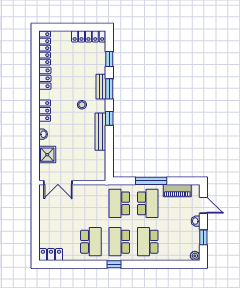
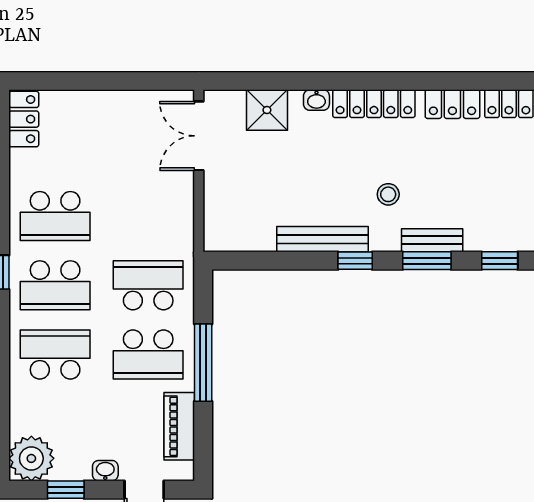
locker: (45, 111) -> (374, 104), width x1.53
school desk: (119, 242) -> (55, 285), turned 180
plant: (195, 256) -> (31, 458), width x1.88, depth x1.88

